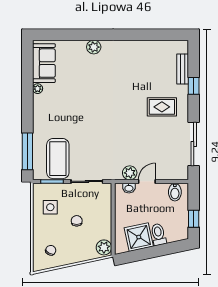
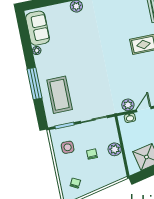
window: (27, 151) -> (35, 84), moved
coffee table: (58, 159) -> (60, 95), moved
plant: (104, 247) -> (115, 149), moved

